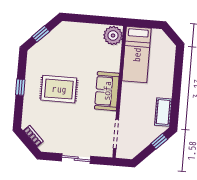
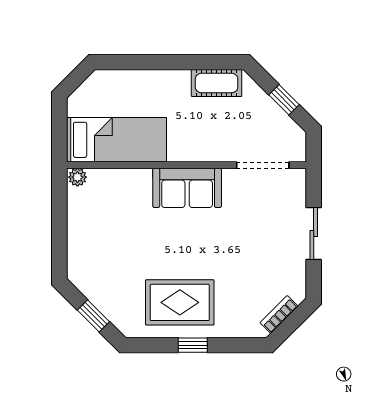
plant: (113, 35) -> (77, 177), width x0.53, depth x0.53
rug: (59, 89) -> (180, 302), moved, turned 90
window: (159, 141) -> (284, 100), moved

